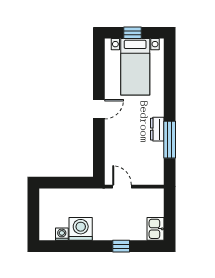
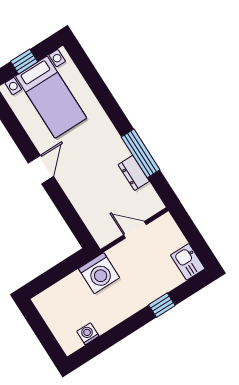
dresser: (157, 129) -> (134, 173), moved
door: (122, 187) -> (135, 230), moved
washing machine: (81, 229) -> (99, 273), moved, turned 180

